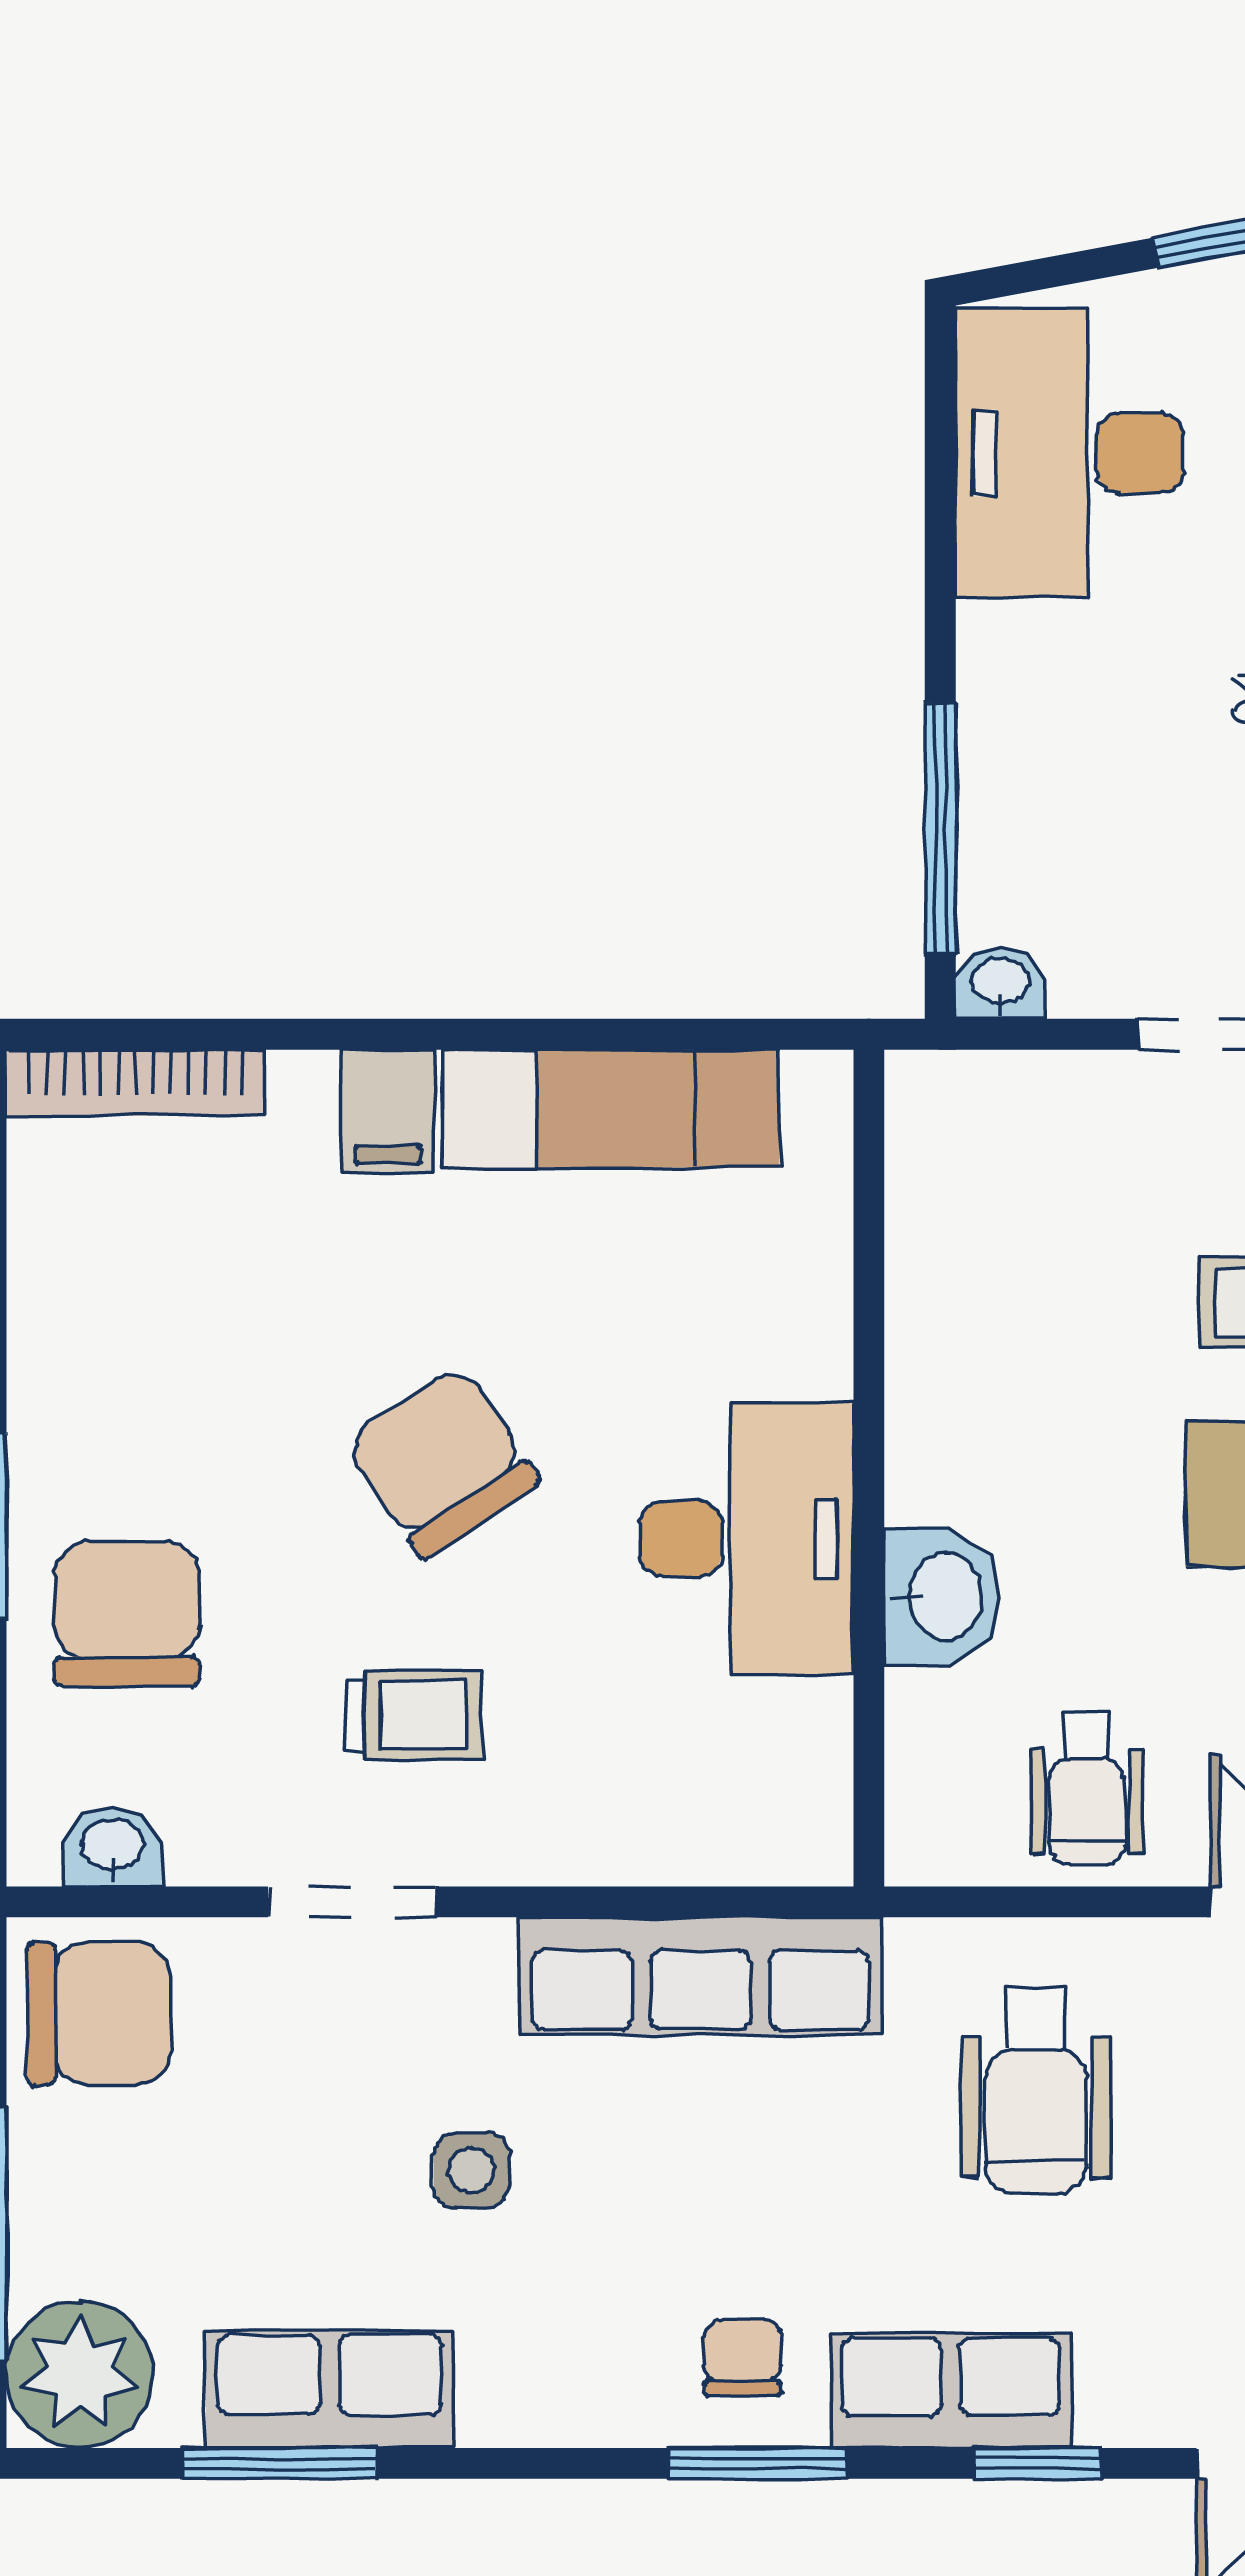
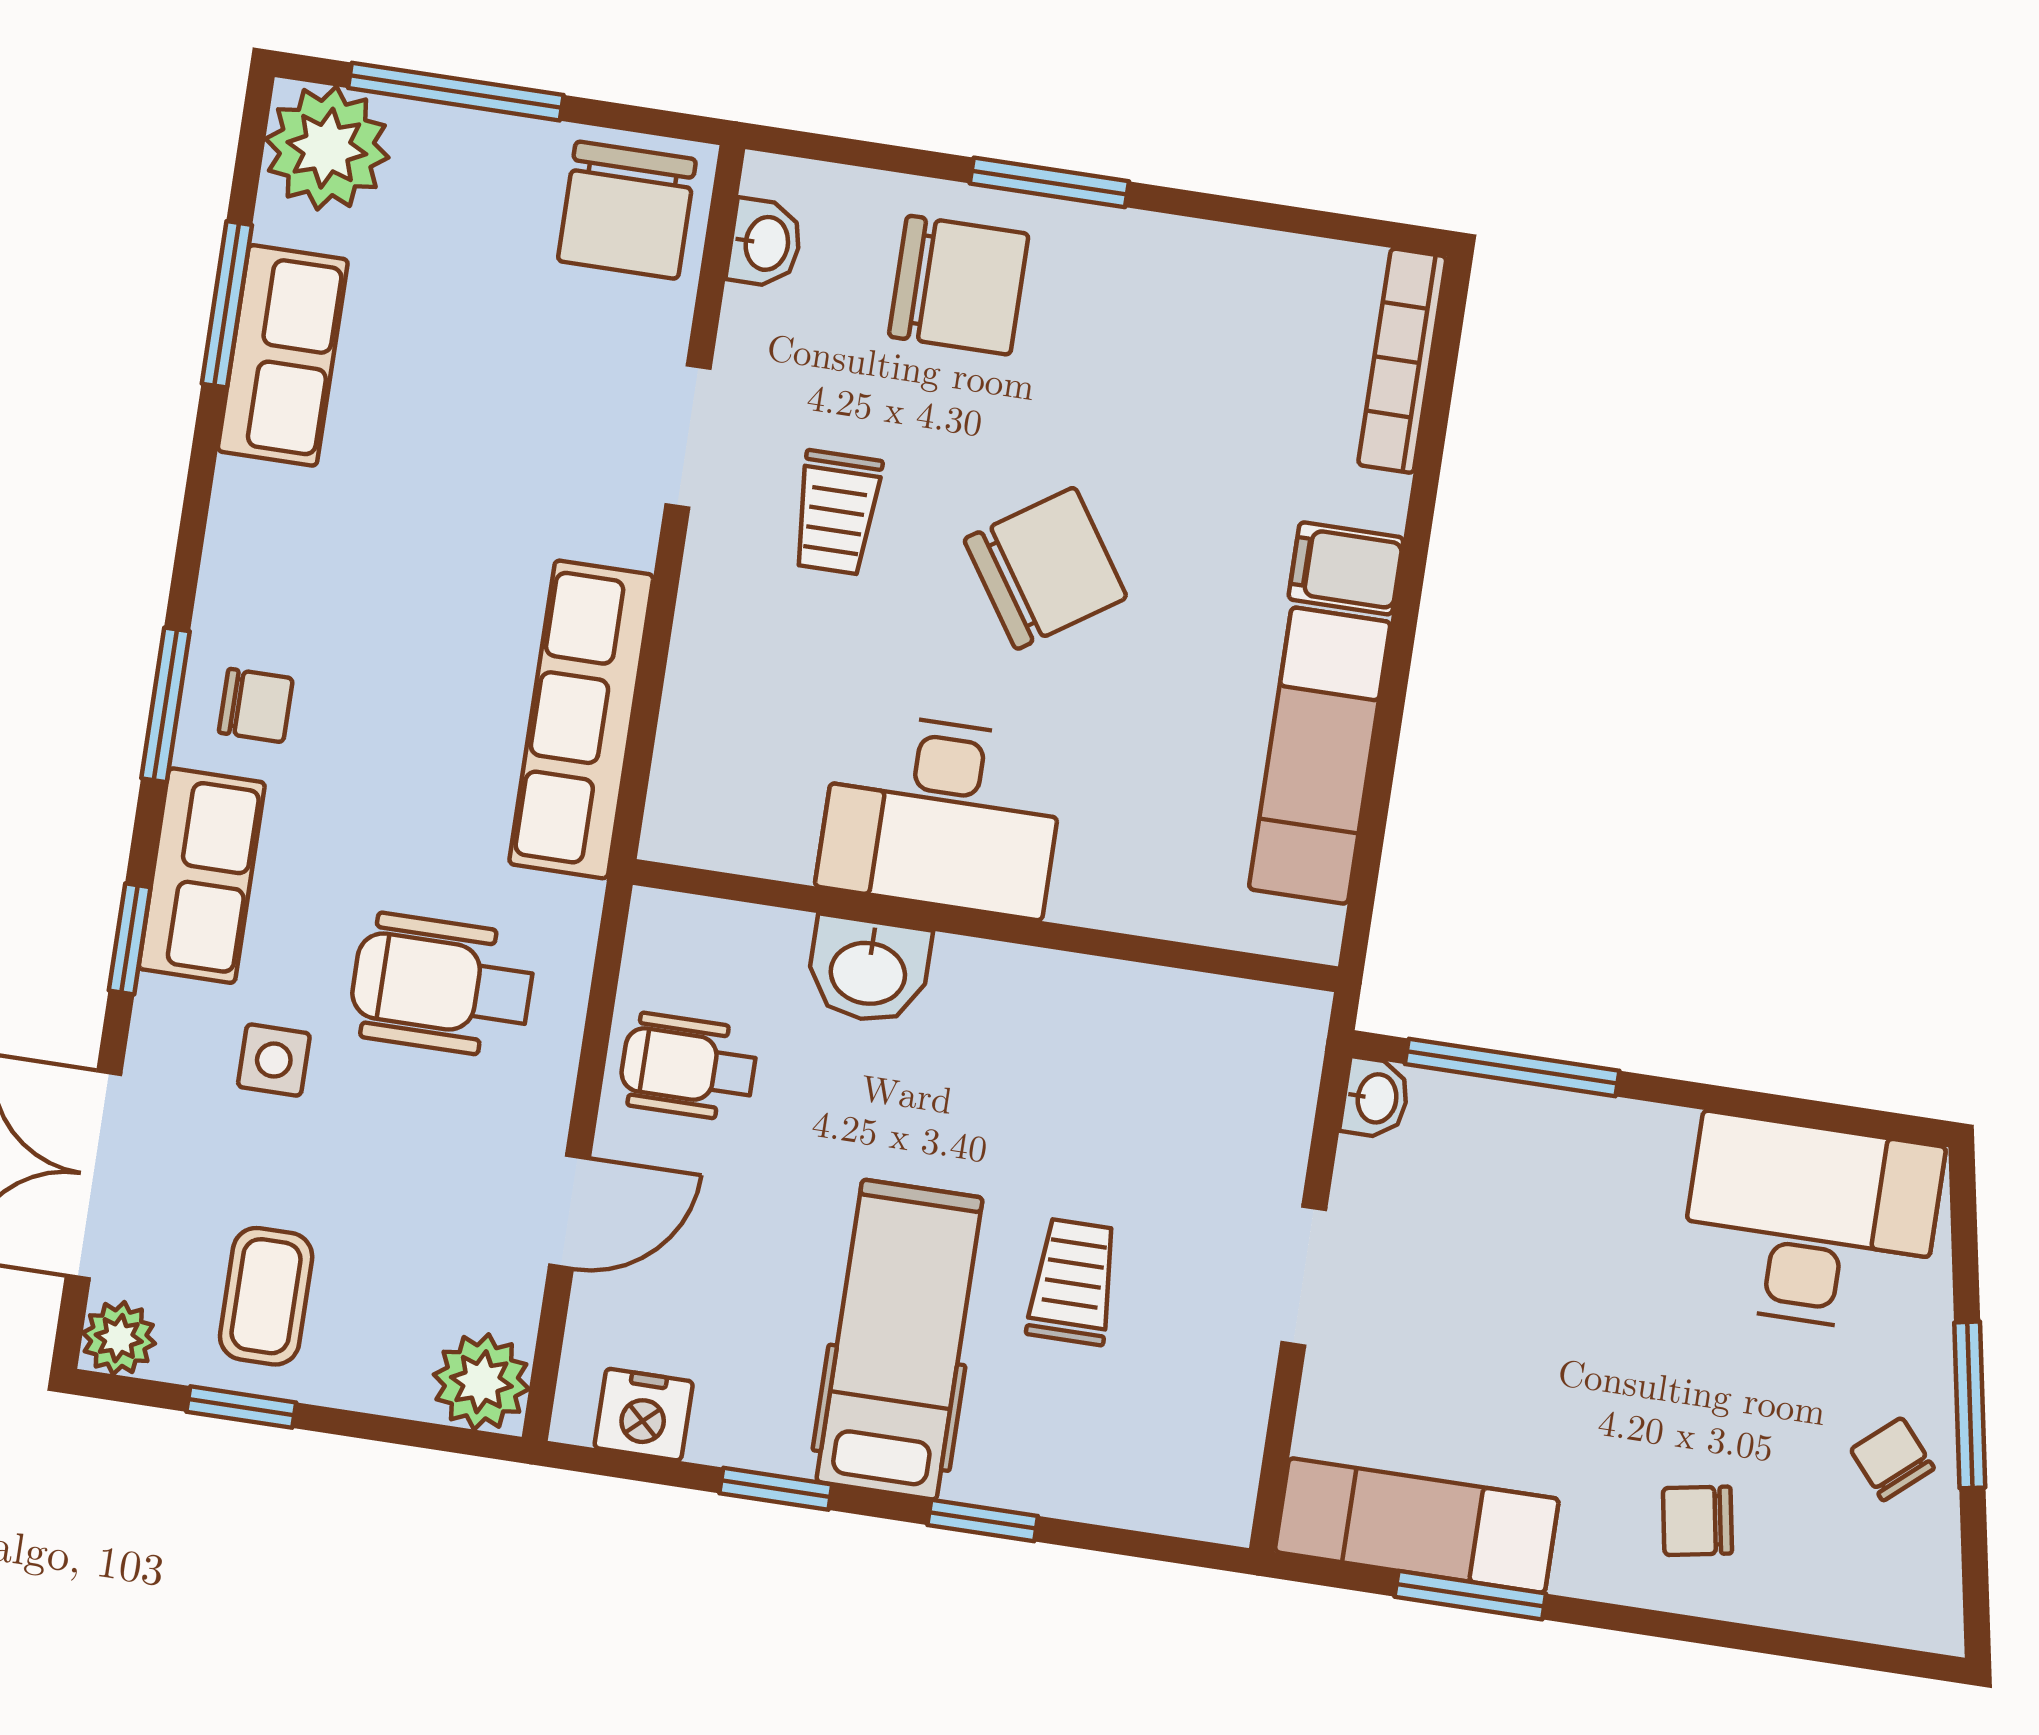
side table: (471, 2170) -> (274, 1060), moved

